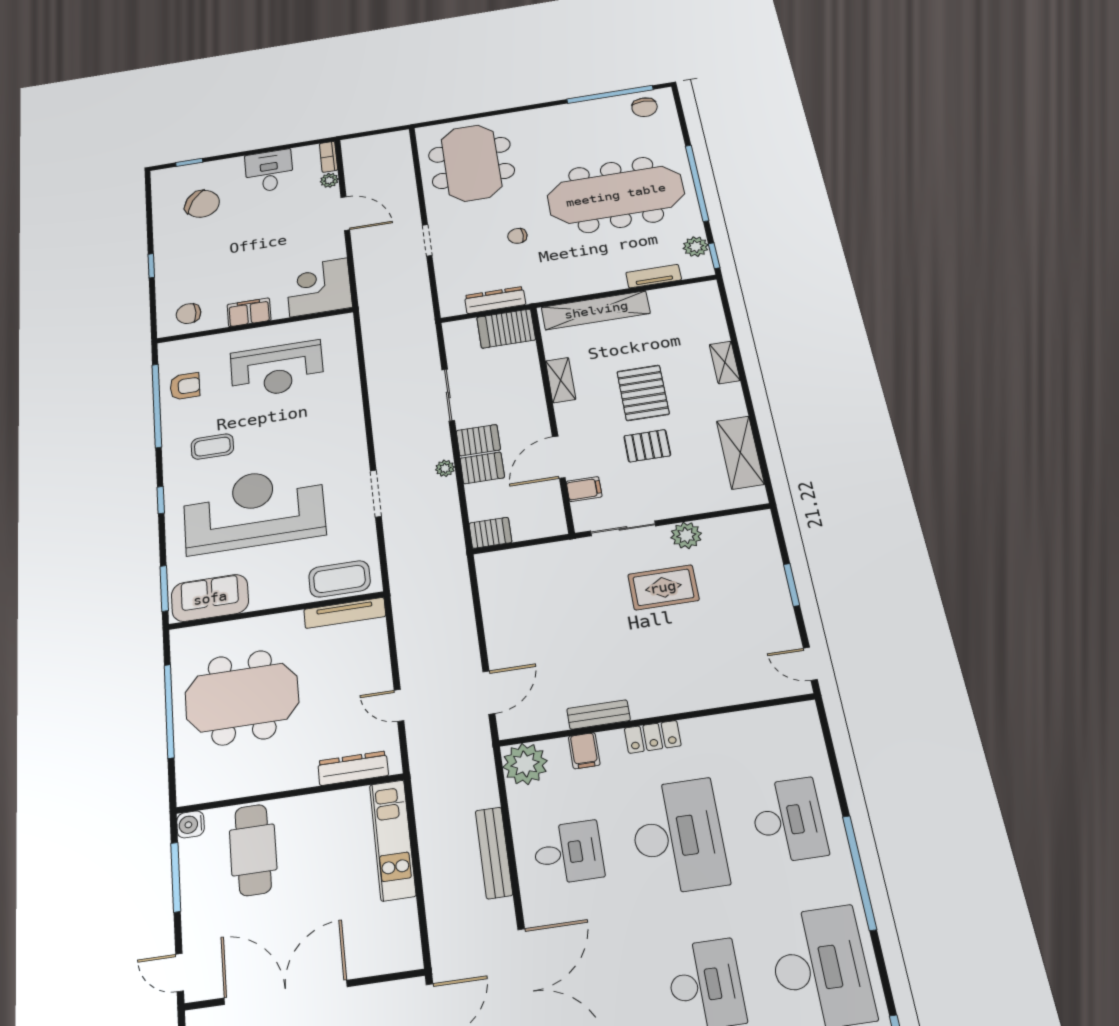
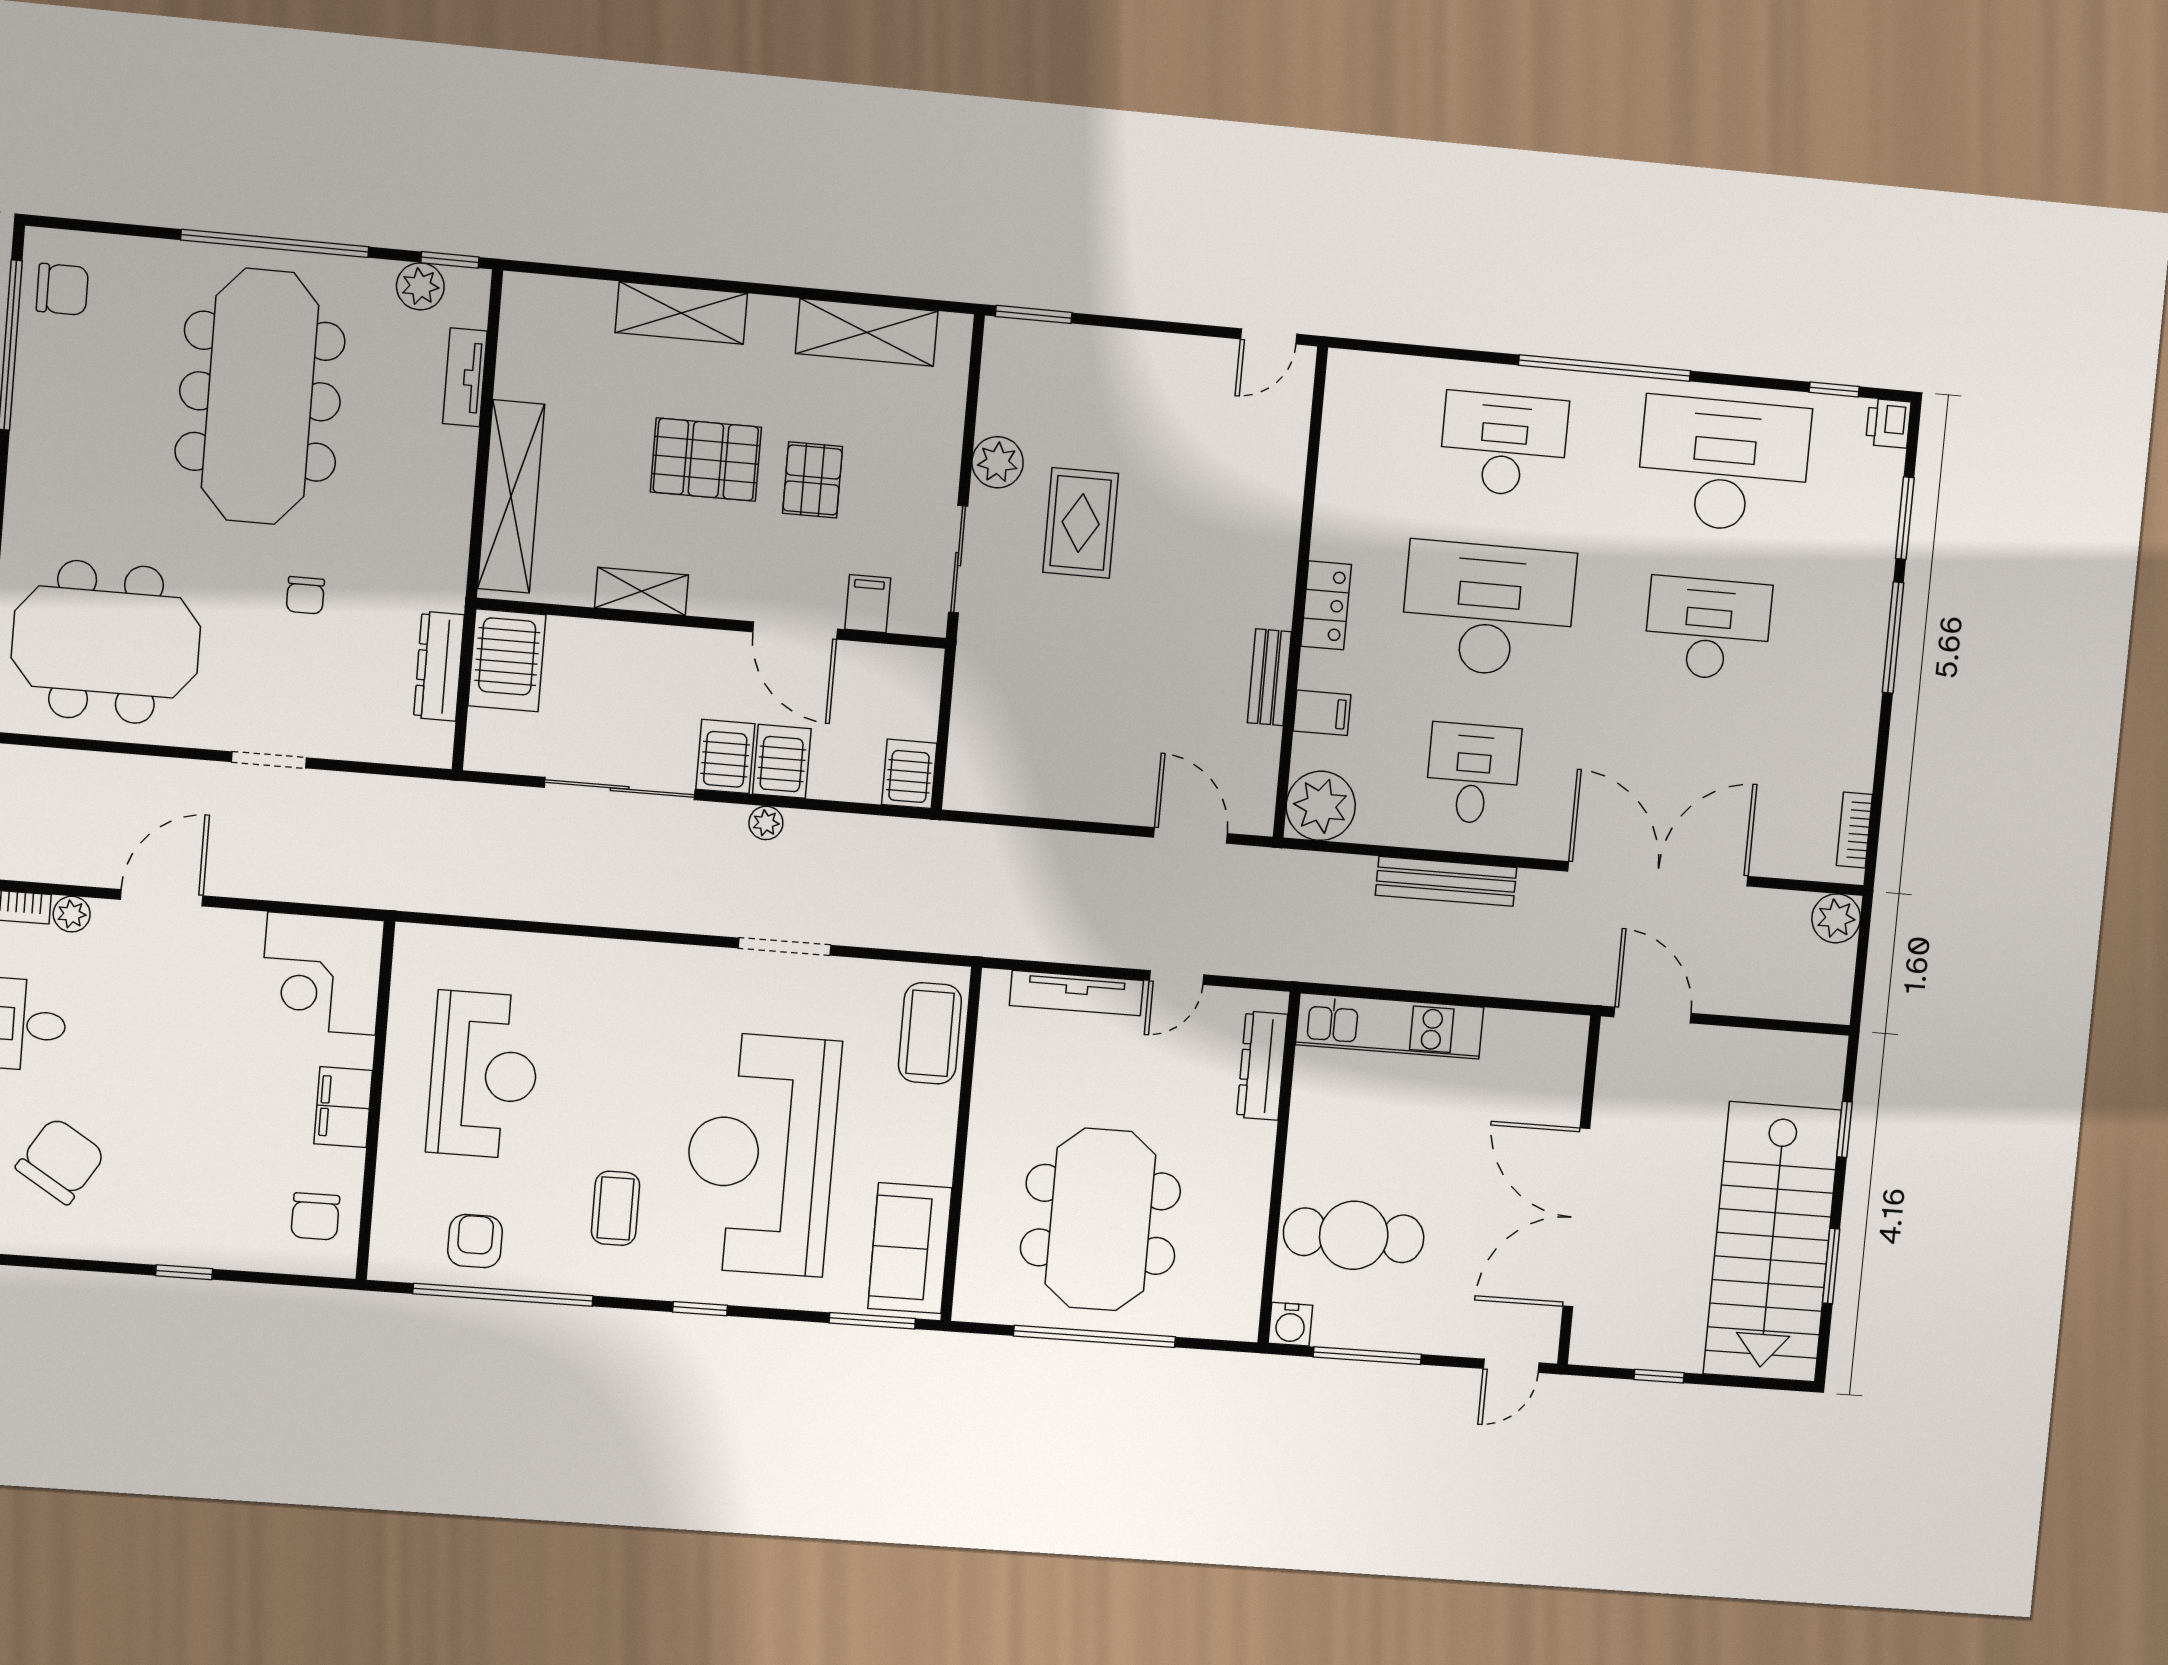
shelving: (725, 362) -> (681, 313), width x1.50, depth x1.33
sliding door: (448, 395) -> (620, 789), width x1.37
window: (792, 585) -> (1034, 314), moved
tv unit: (345, 613) -> (1076, 993), moved, turned 90

